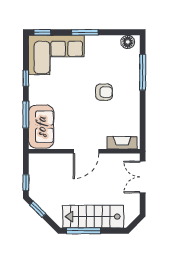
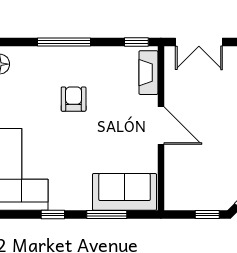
window: (143, 72) -> (64, 42), moved
window: (143, 135) -> (136, 42), added

